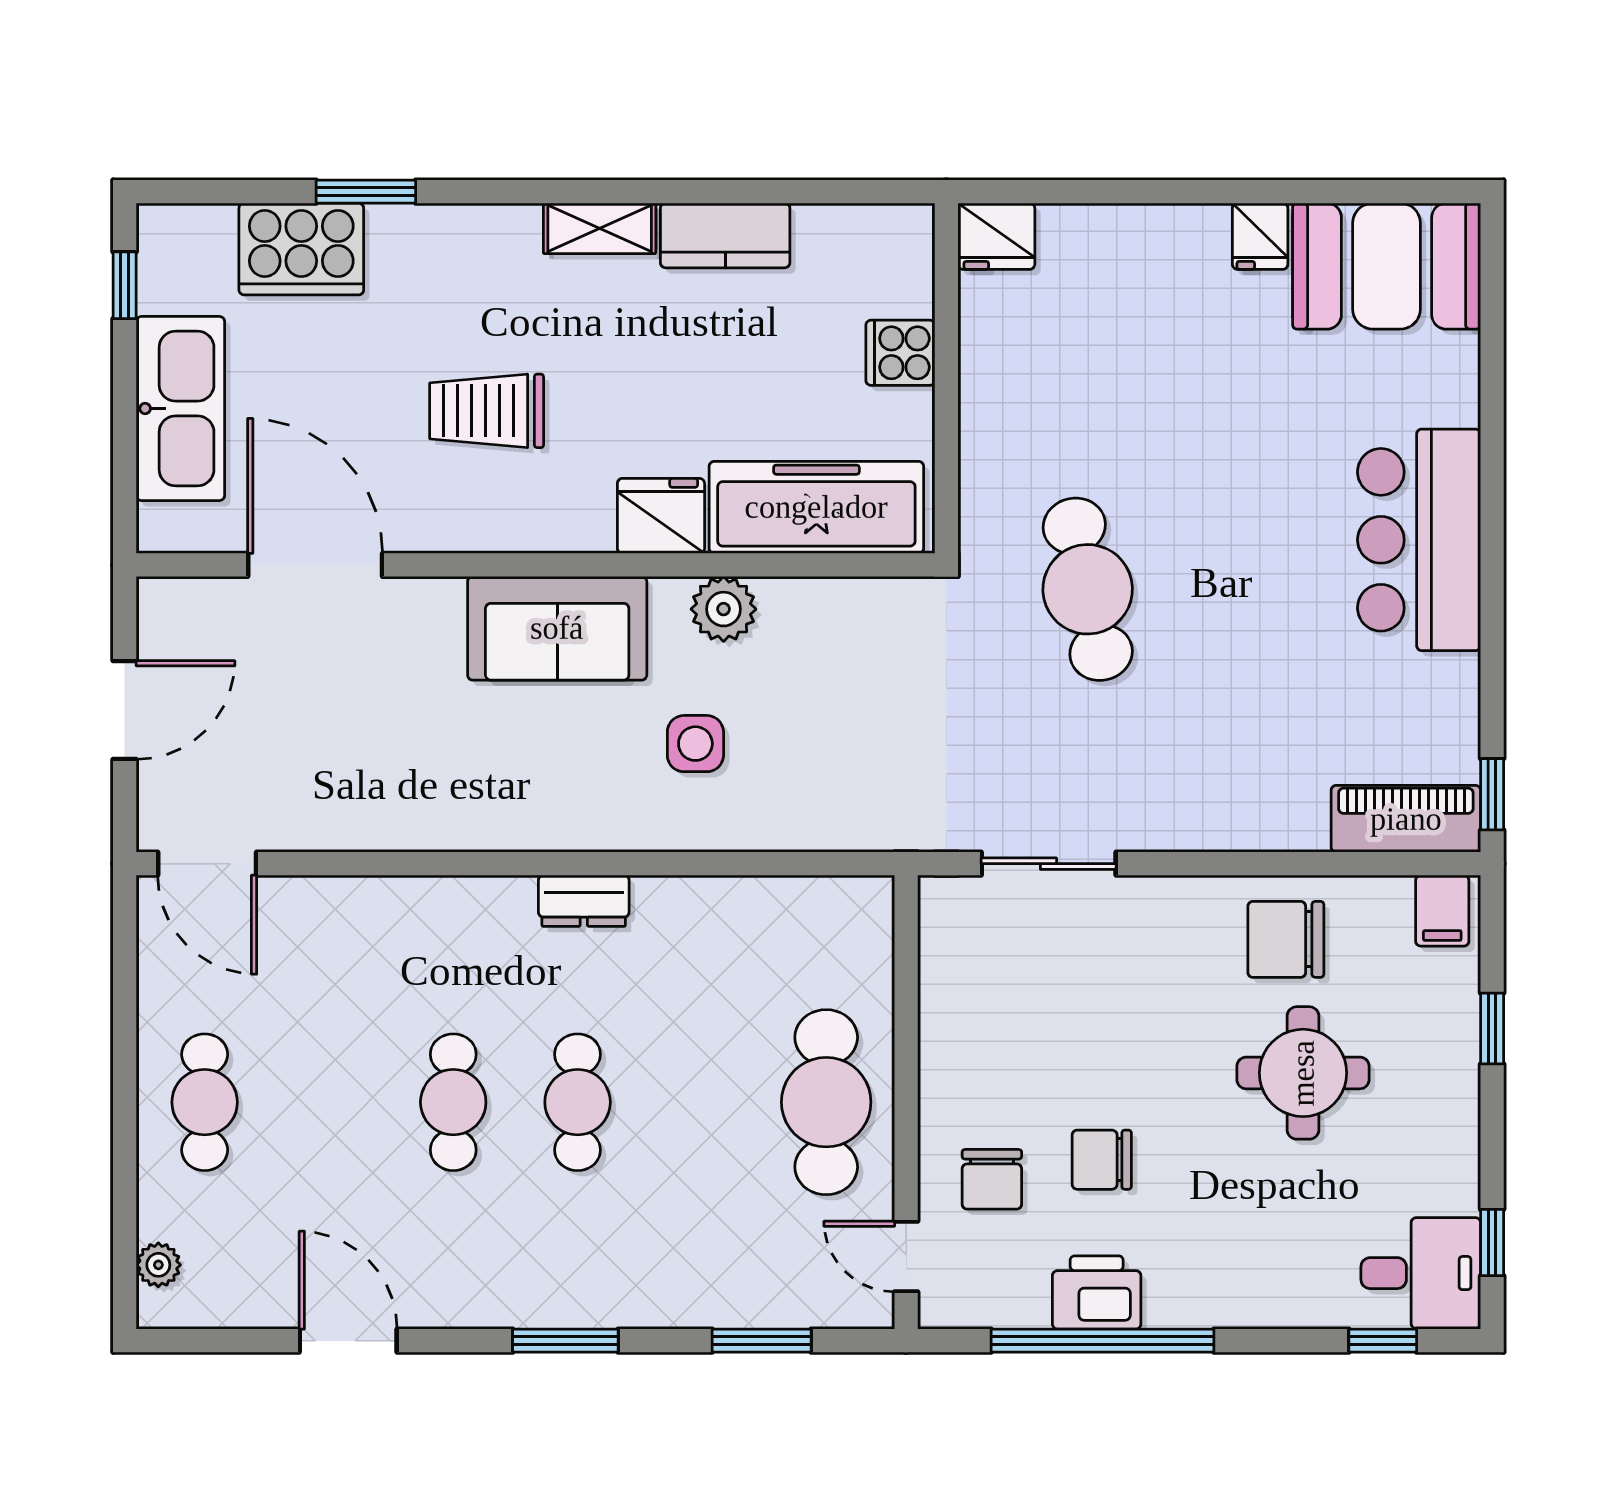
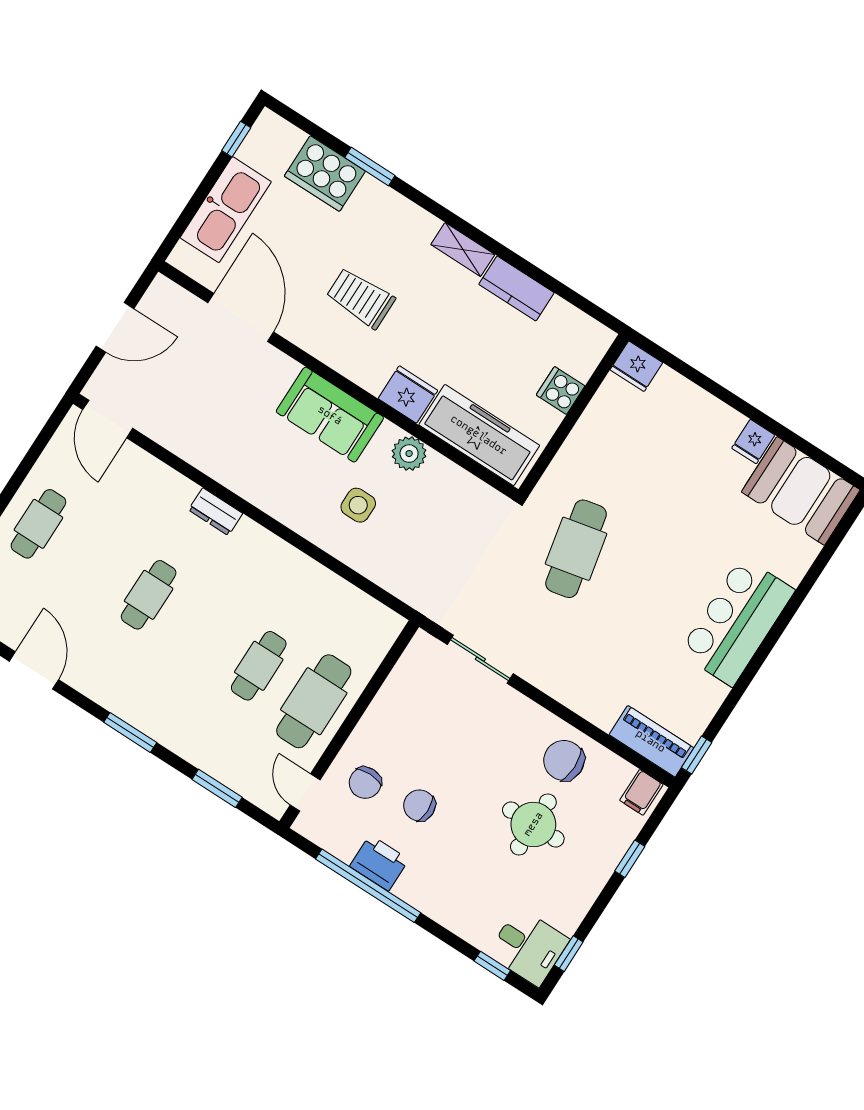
dresser: (584, 901) -> (216, 512), moved
cafe table: (578, 1102) -> (259, 666), moved

